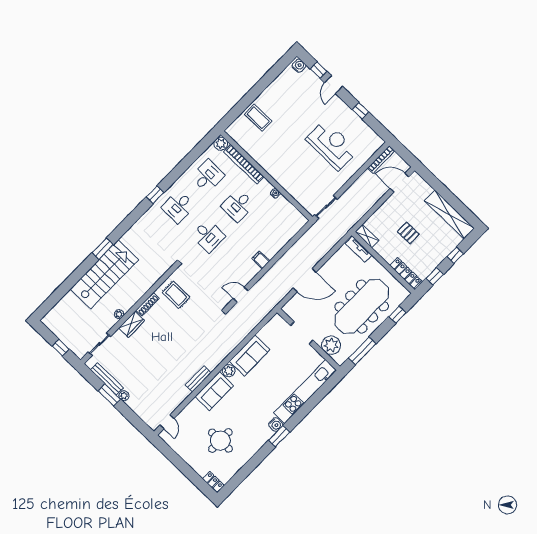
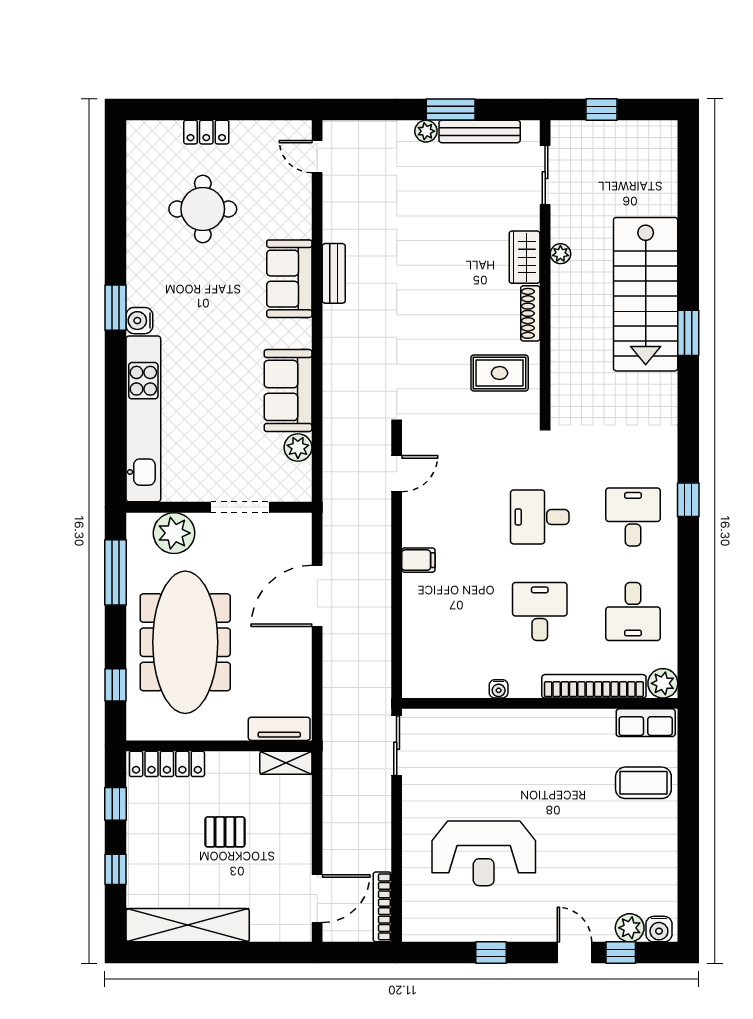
plant: (308, 75) -> (630, 928), added
row of seats: (239, 136) -> (646, 723), added
plant: (229, 371) -> (298, 448), moved
locker: (213, 482) -> (206, 132), moved

